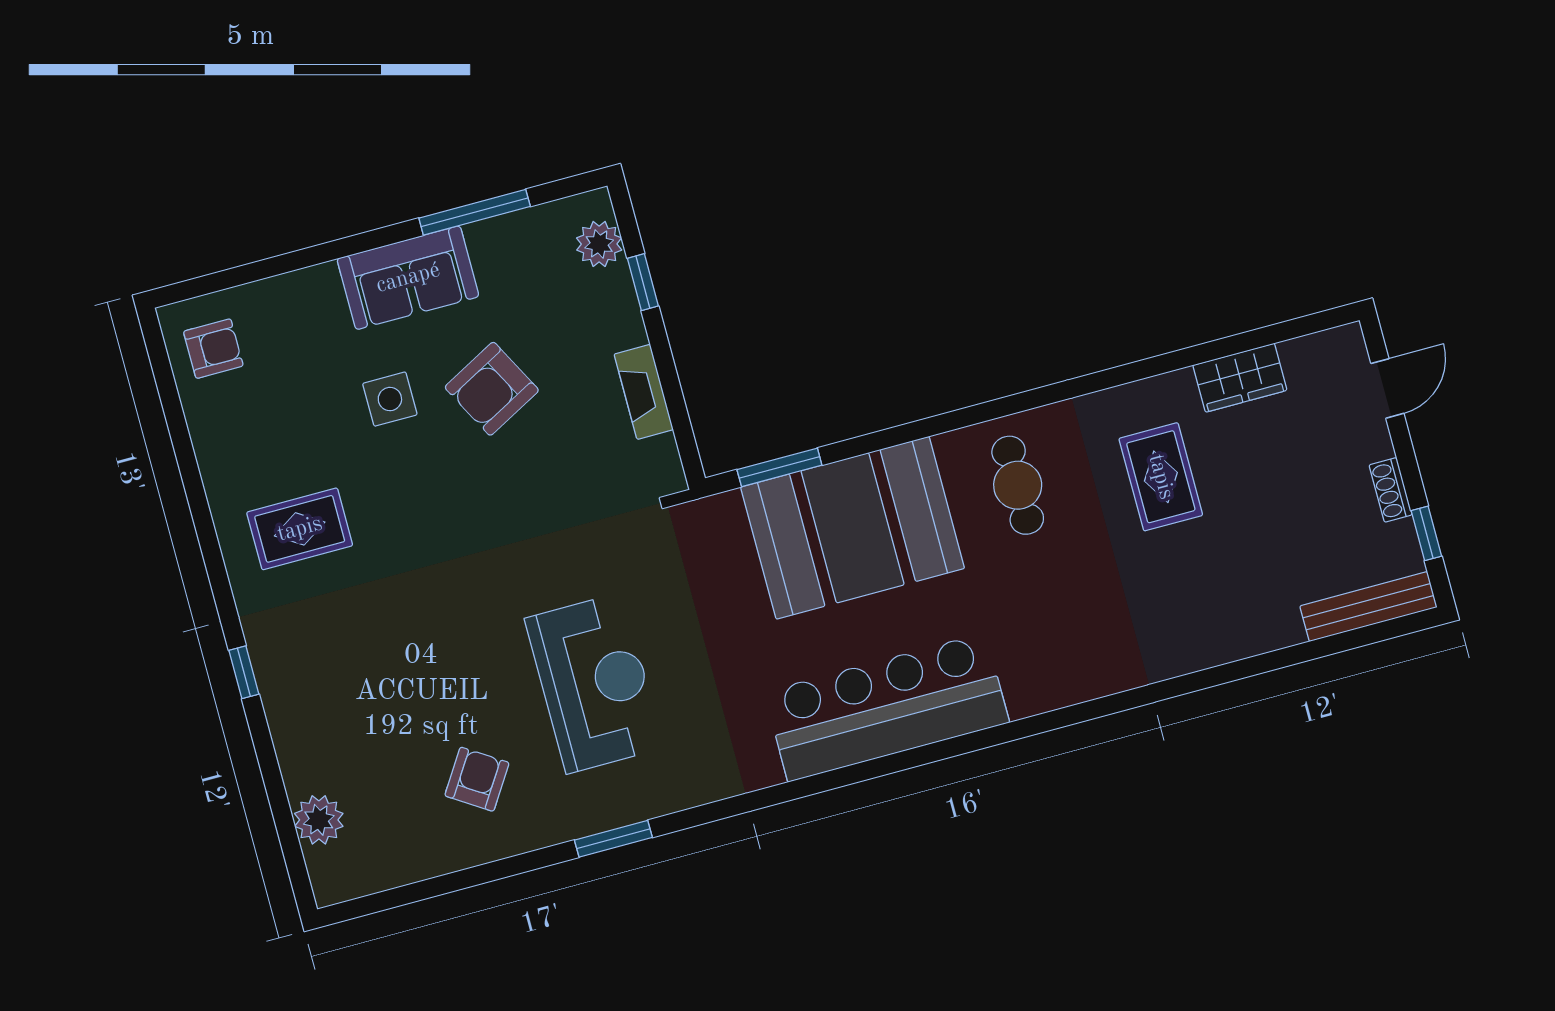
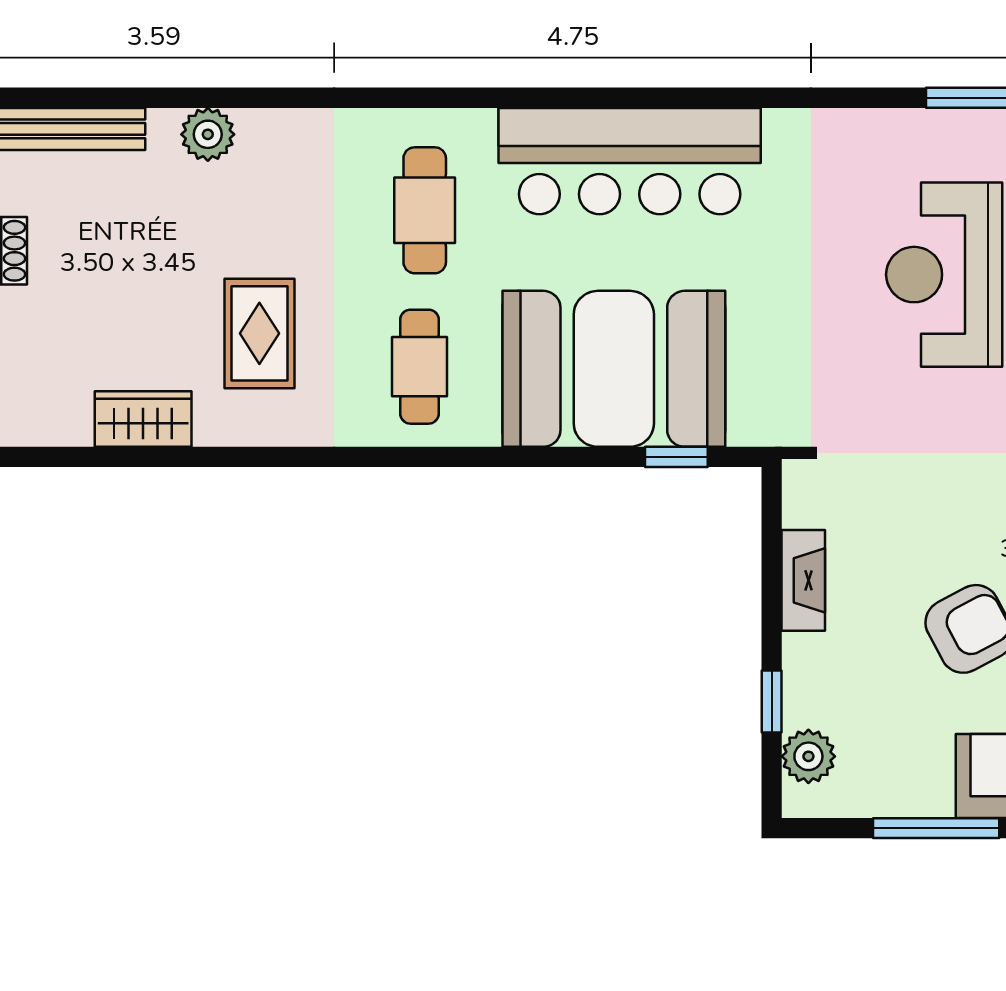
window: (779, 467) -> (676, 457), width x0.67
cafe table: (1049, 619) -> (425, 210), added
plant: (1250, 634) -> (208, 134), added

